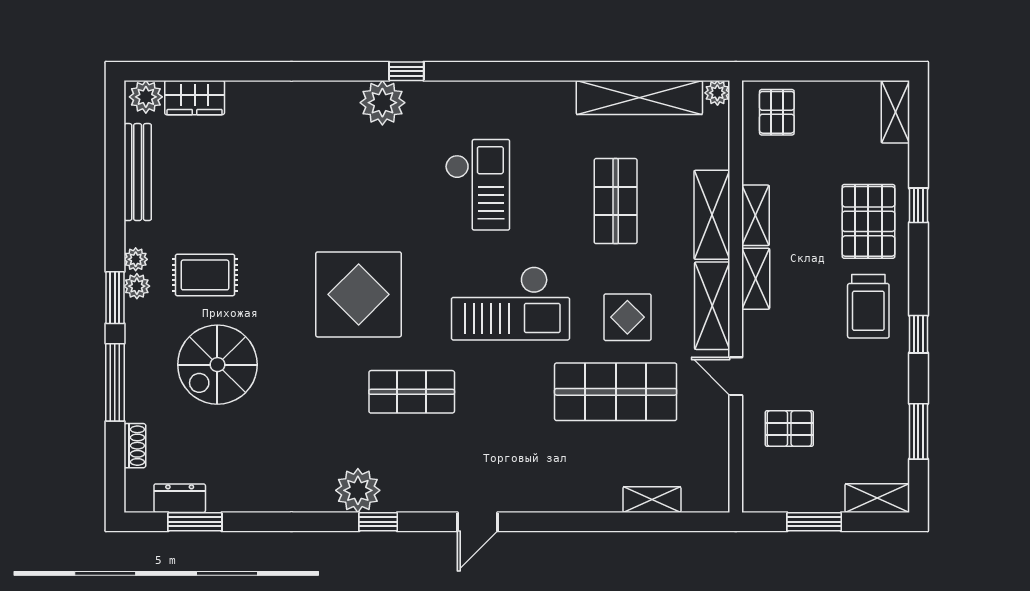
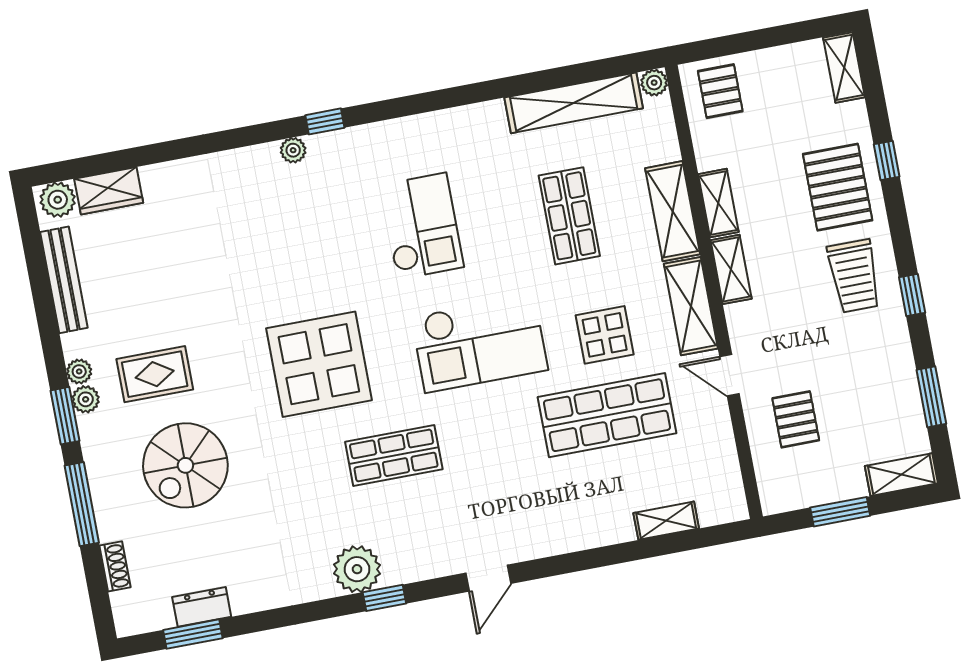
plant: (382, 103) -> (293, 150), width x0.53, depth x0.53
pallet: (789, 429) -> (796, 419), turned 90
dresser: (180, 498) -> (202, 607), moved

